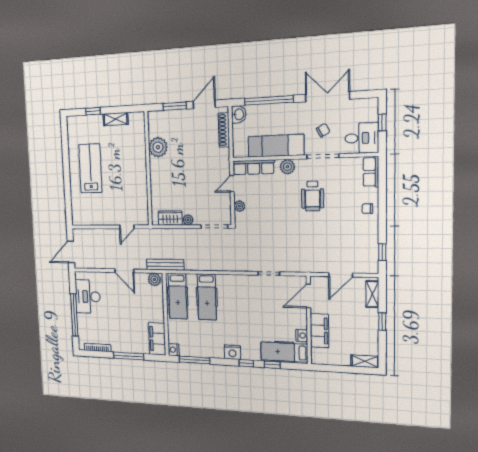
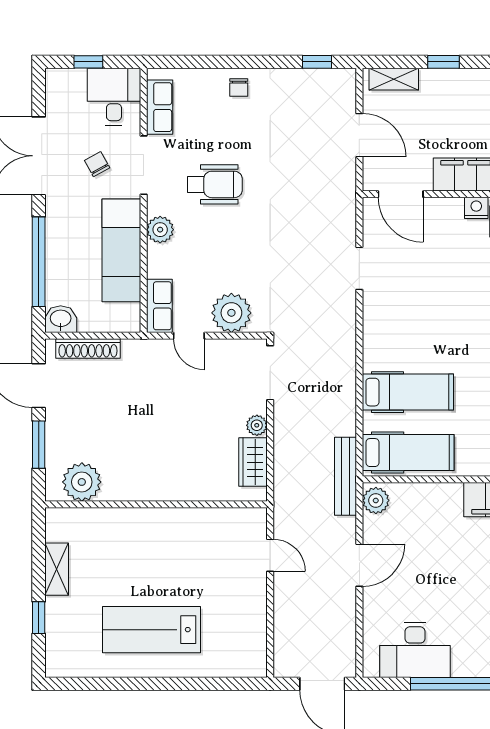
plant: (158, 147) -> (82, 482), moved
row of seats: (254, 167) -> (159, 306), width x0.68
row of seats: (371, 172) -> (160, 107), moved, turned -90
plant: (239, 206) -> (231, 313), width x1.88, depth x1.88

